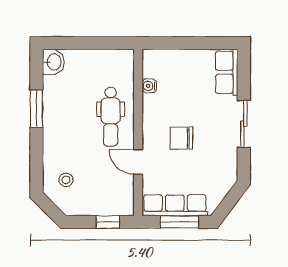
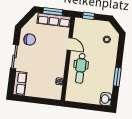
dental chair: (111, 117) -> (81, 68), turned 180
chair: (181, 138) -> (30, 40), moved

